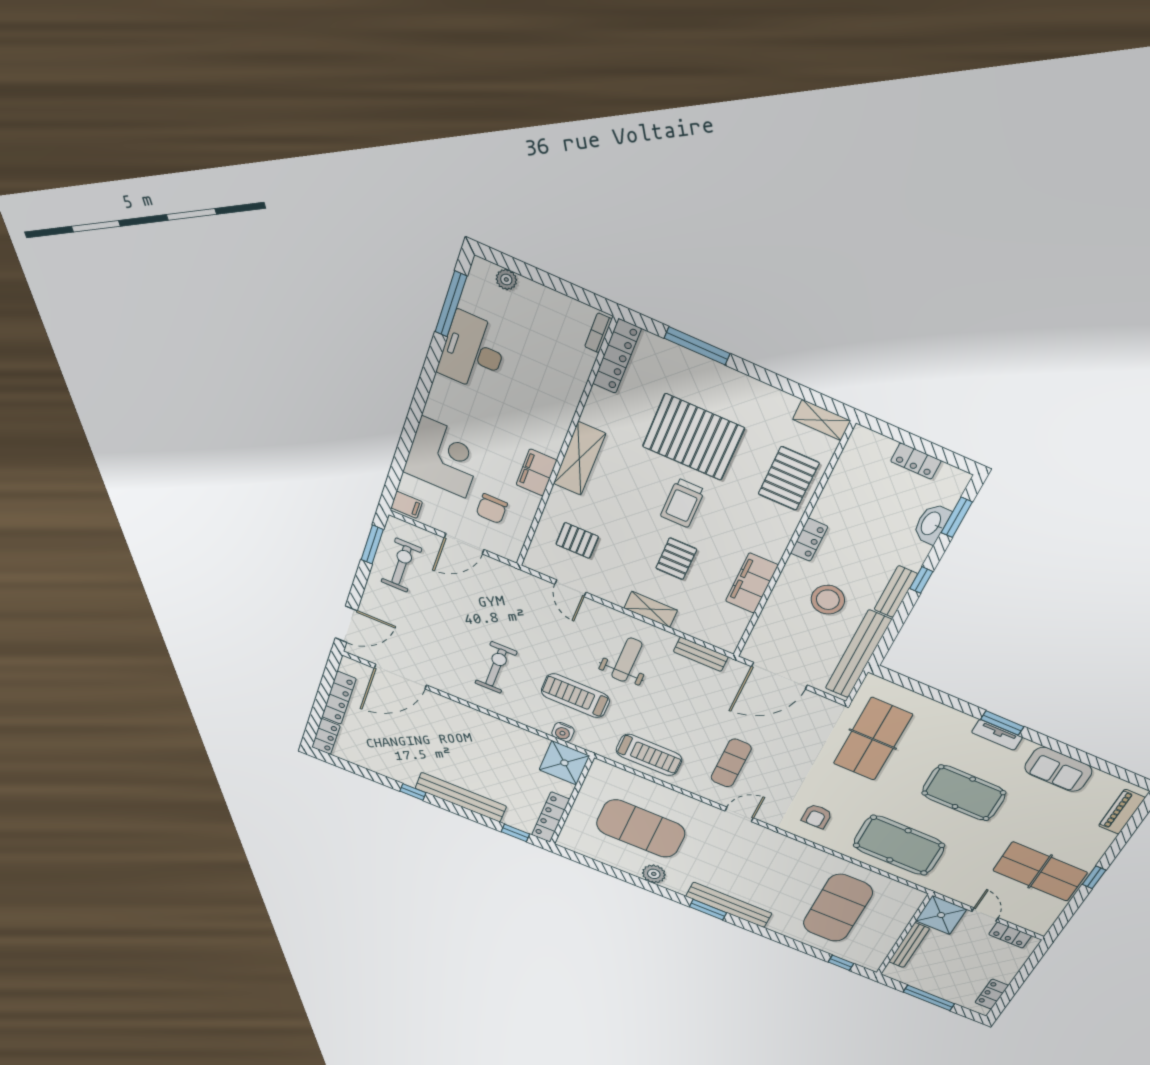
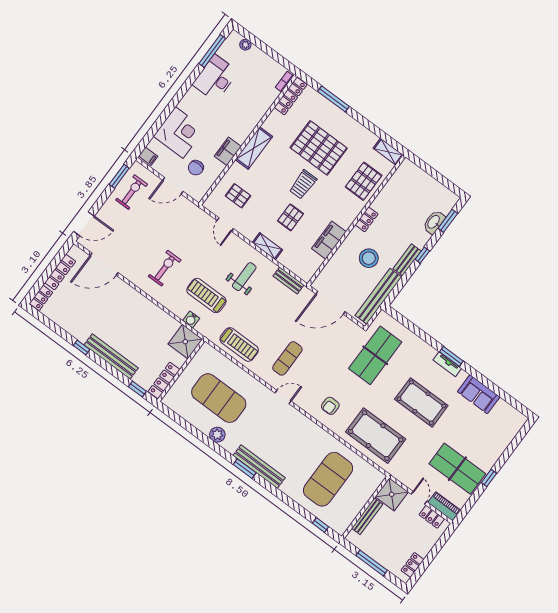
locker: (916, 461) -> (432, 184), removed
piano: (1122, 812) -> (444, 506), moved, turned 90

